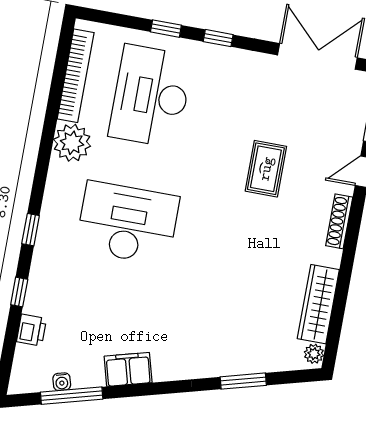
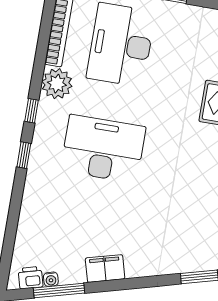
window: (19, 292) -> (31, 111), moved
printer: (31, 330) -> (30, 278), moved, turned -105

